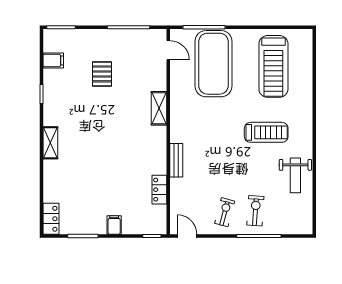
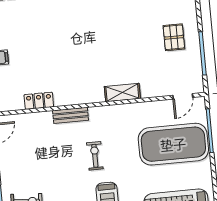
pallet: (102, 74) -> (174, 37), moved, turned 90
exercise bike: (225, 212) -> (95, 156), moved, turned -105

